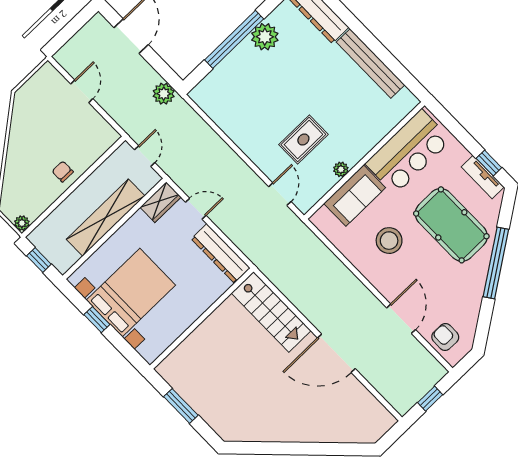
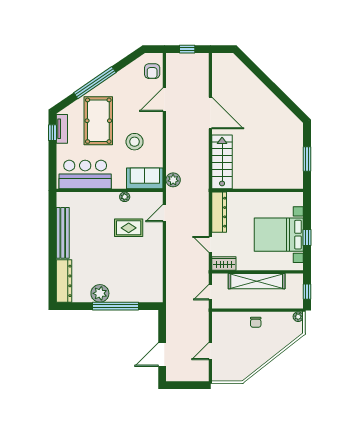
plant: (164, 94) -> (173, 180), moved
sofa: (355, 196) -> (145, 178), moved

